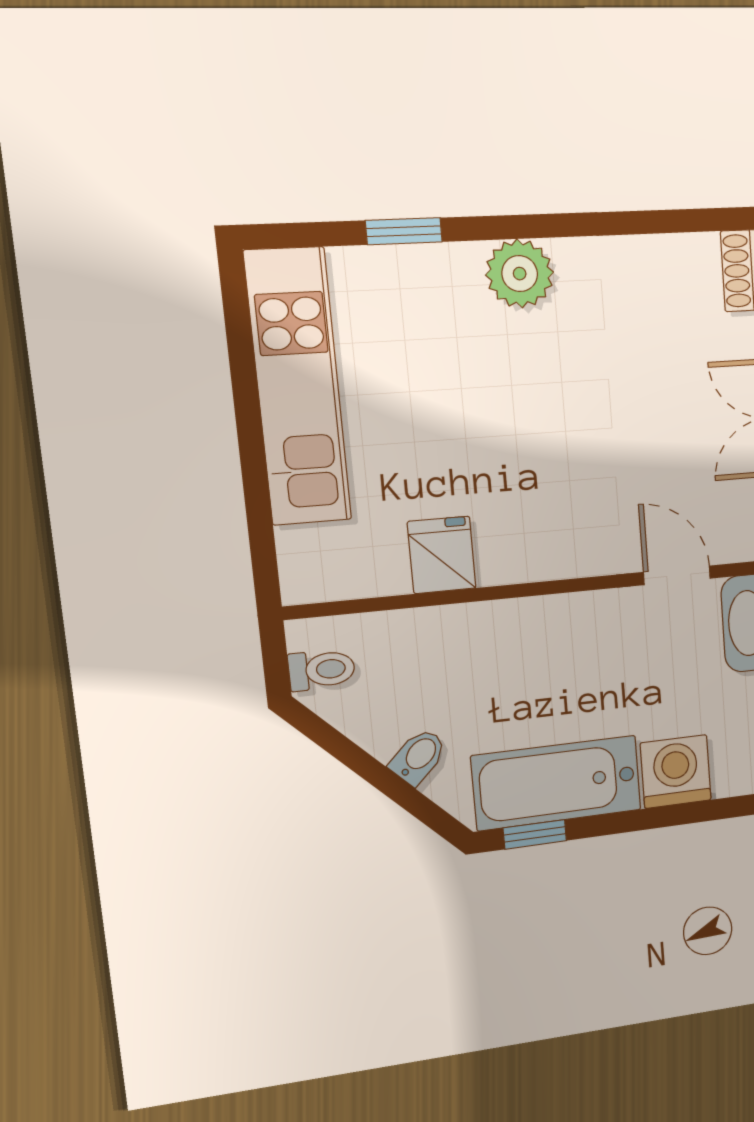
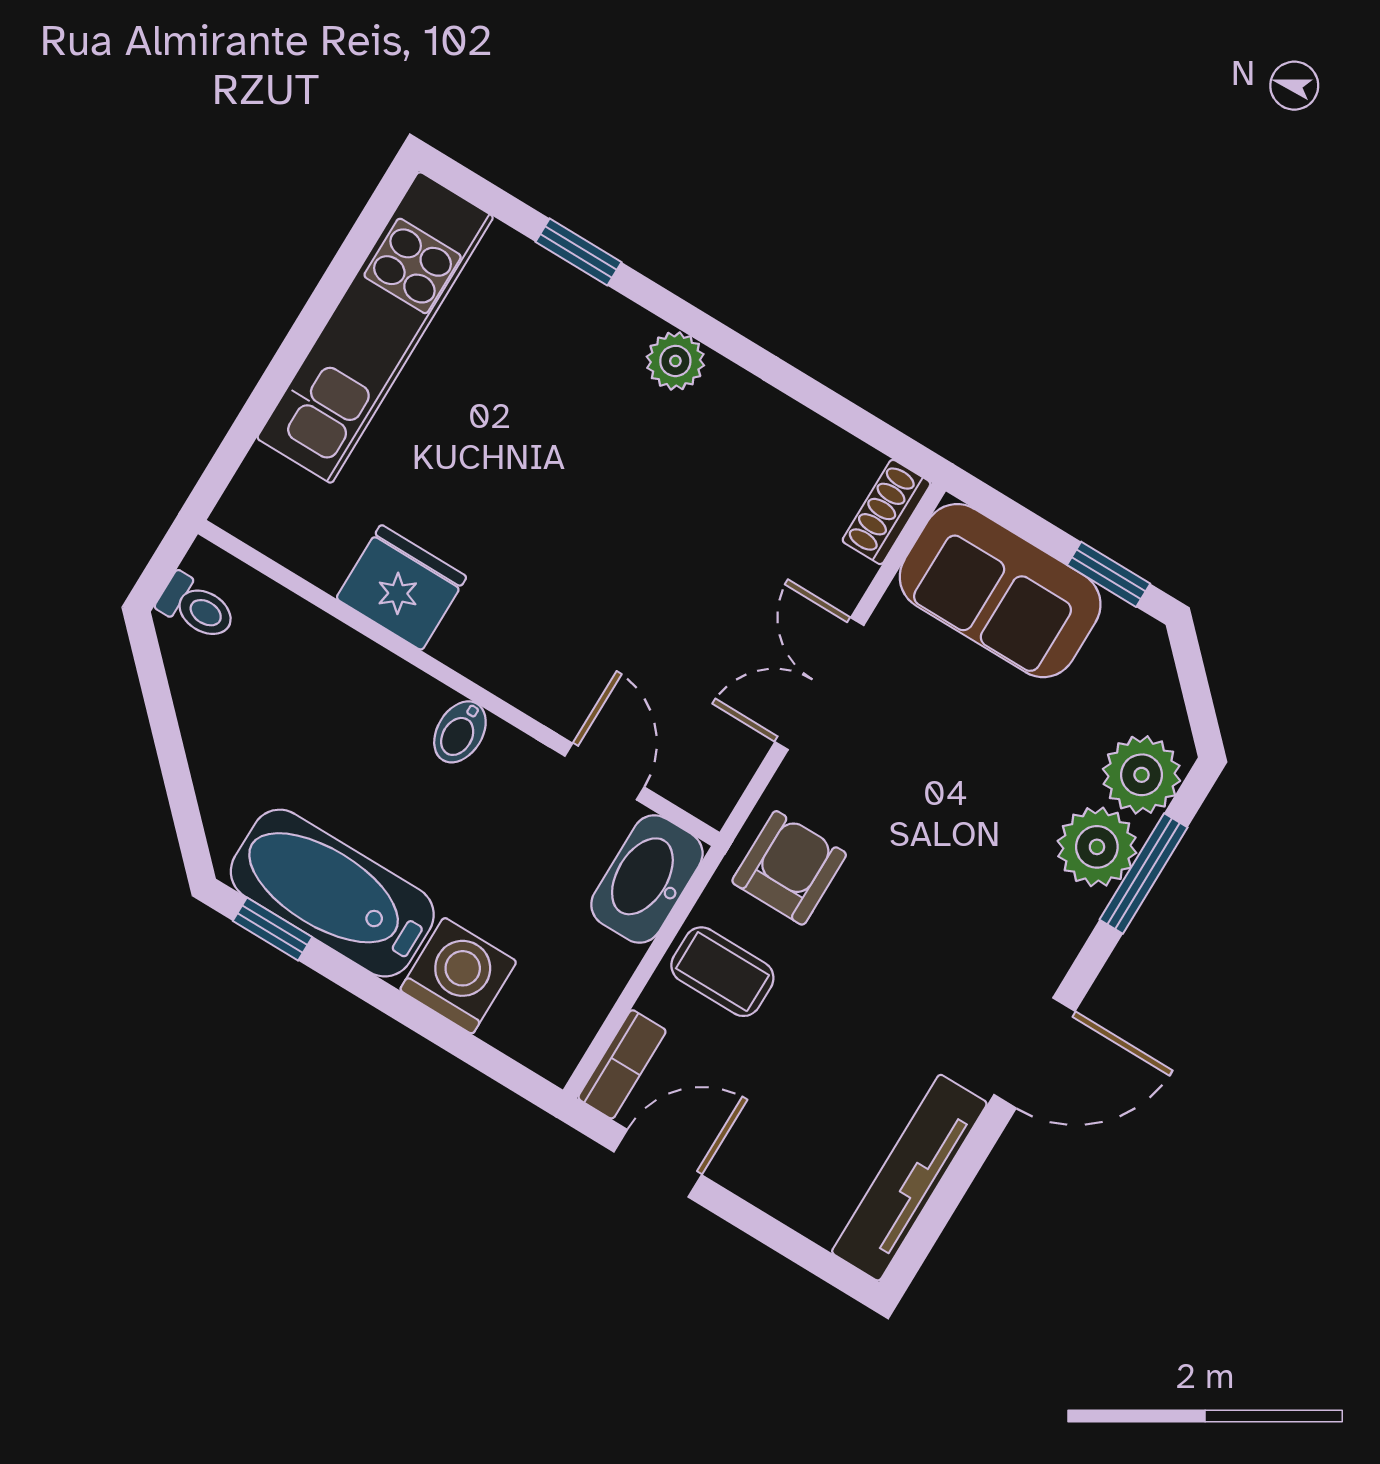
plant: (520, 274) -> (675, 361), width x0.73, depth x0.73
fridge: (442, 555) -> (401, 587), width x1.38
bidet: (418, 757) -> (460, 732), moved, turned 135

